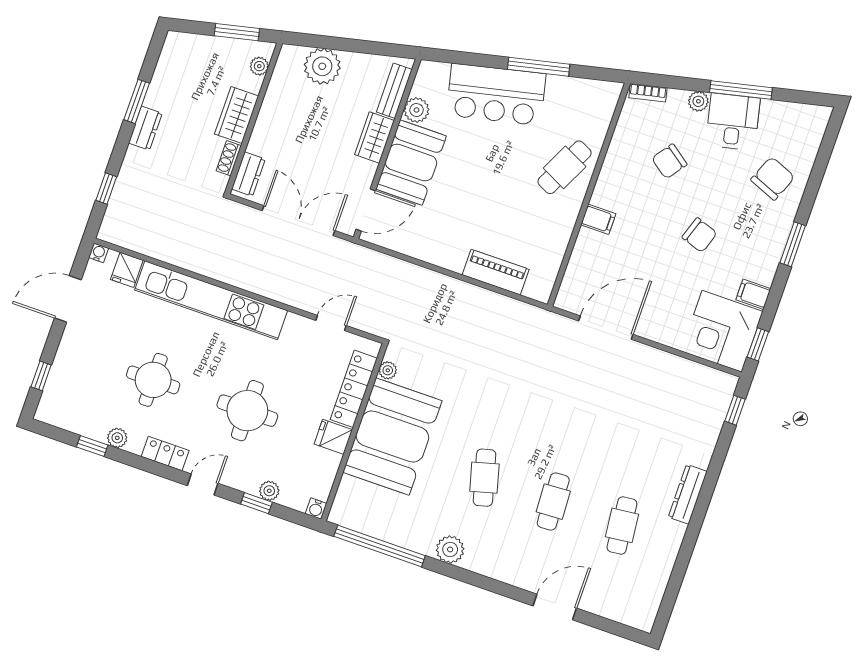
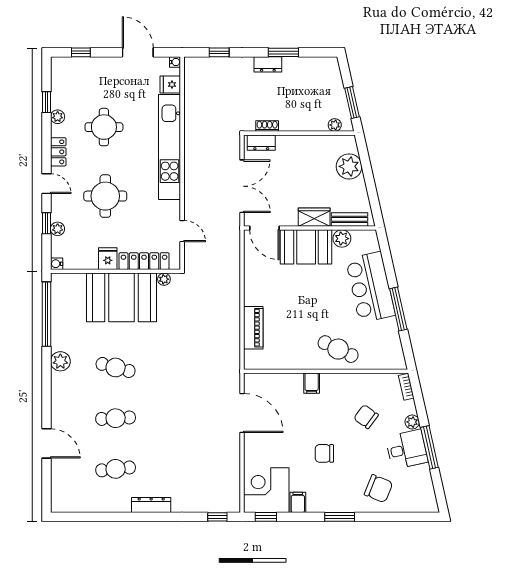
wardrobe: (237, 115) -> (297, 121), removed
chair: (700, 235) -> (324, 453), turned 71
cafe table: (484, 478) -> (116, 367), turned 30

